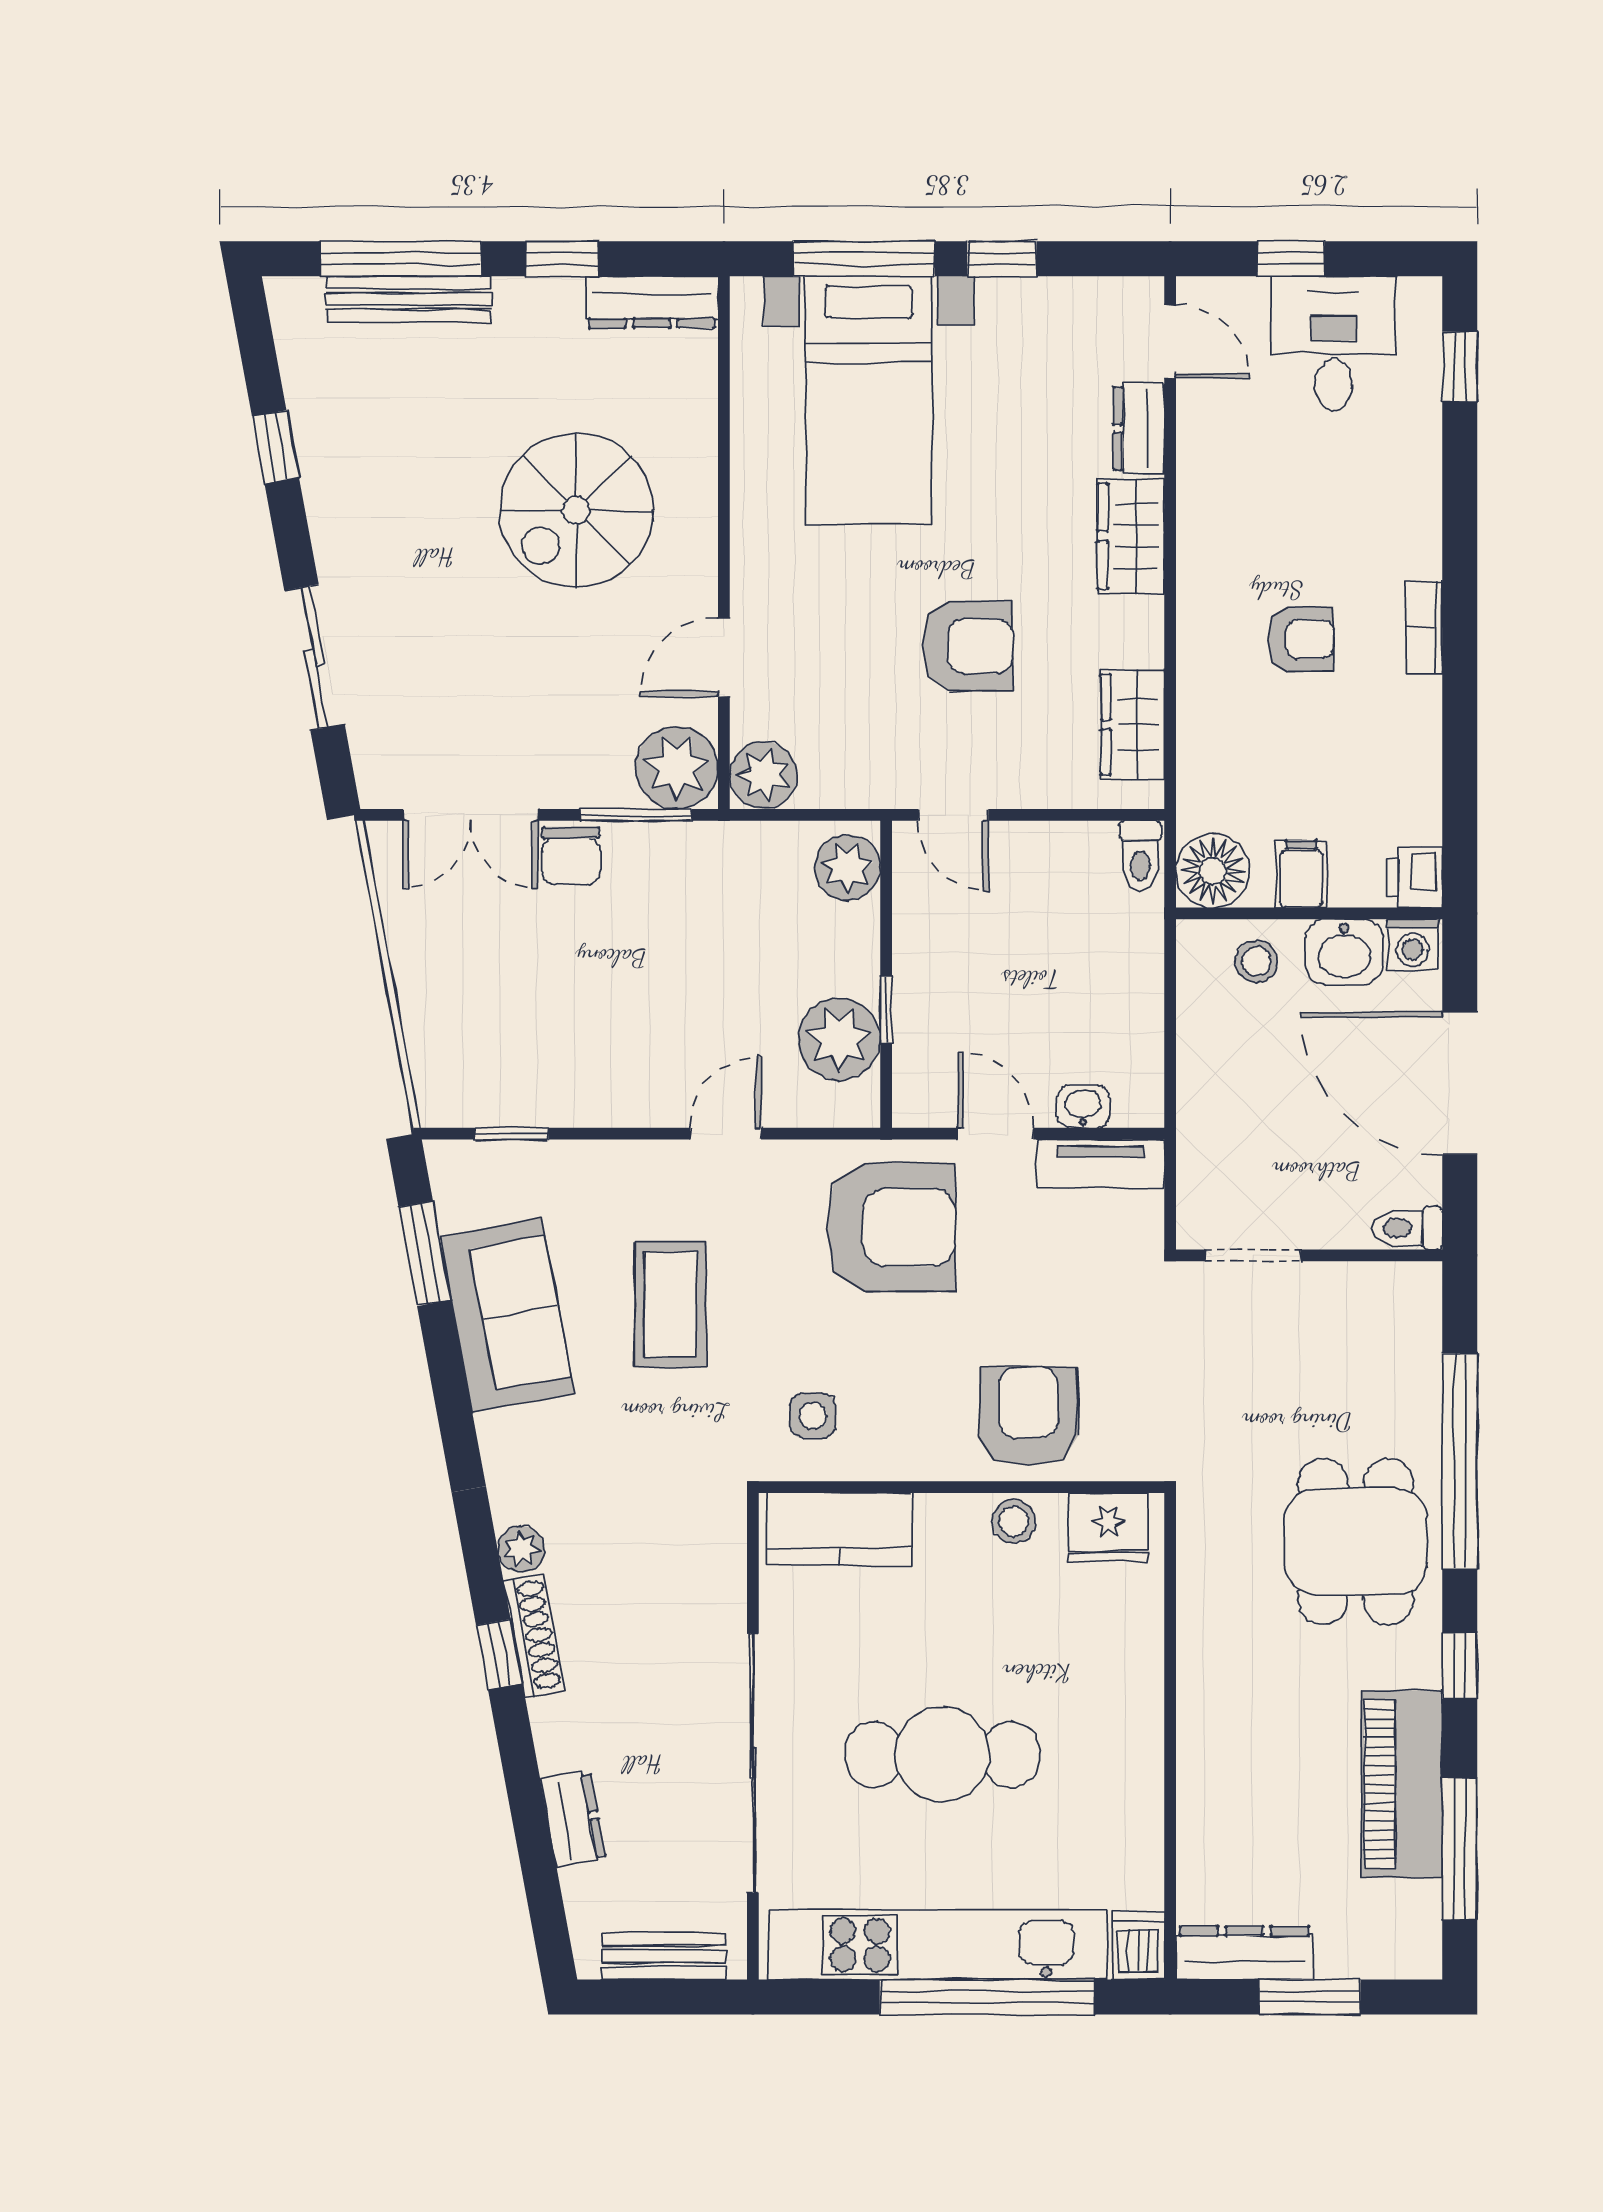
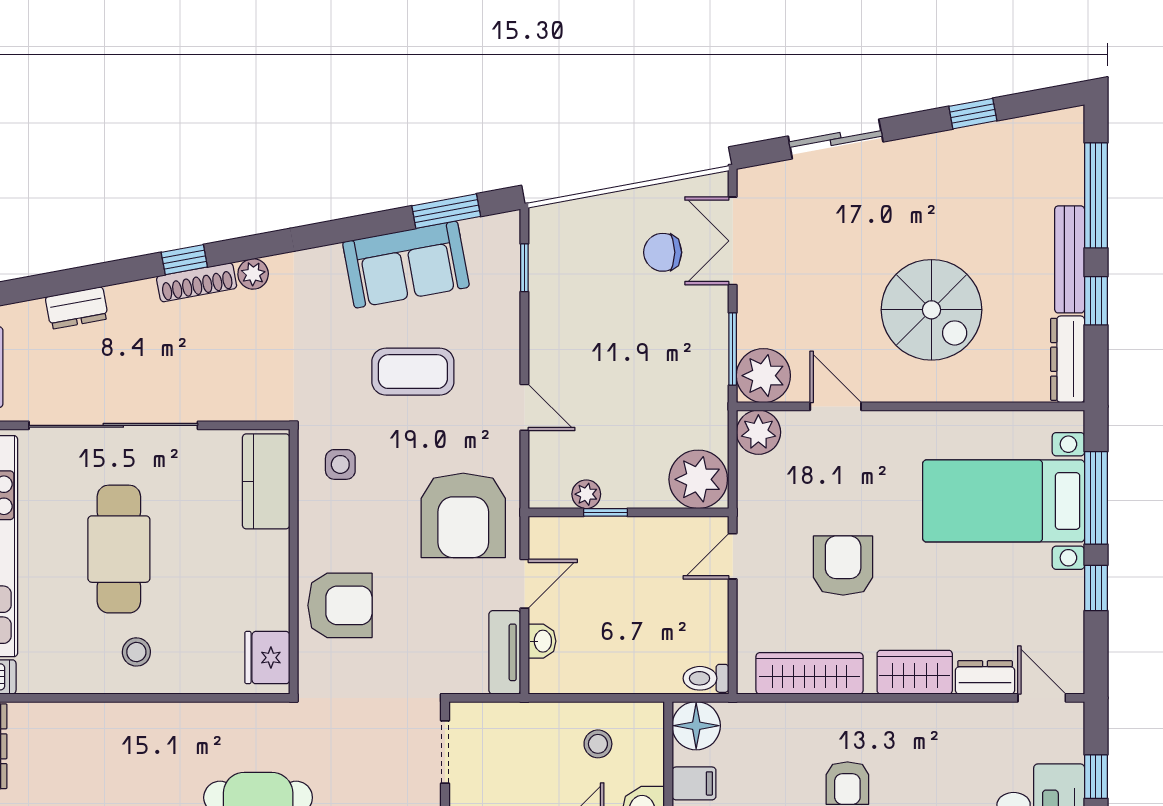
bench: (409, 299) -> (1070, 259), moved
door: (1170, 342) -> (1042, 698), swing flipped
spiral stairs: (576, 510) -> (932, 310), turned 180
armchair: (968, 646) -> (843, 566), turned 180
wardrobe: (1133, 725) -> (810, 673), width x1.50
chair: (571, 856) -> (663, 252), moved
plant: (848, 868) -> (698, 479), width x1.36, depth x1.36
stool: (1256, 961) -> (598, 744), moved
plant: (839, 1039) -> (586, 494), width x0.53, depth x0.53
stool: (1013, 1521) -> (136, 652), moved

